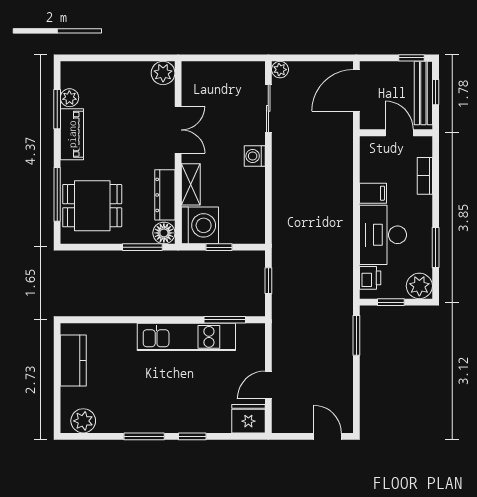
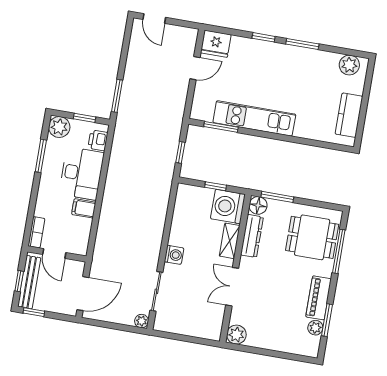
bookcase: (425, 176) -> (36, 232), moved

